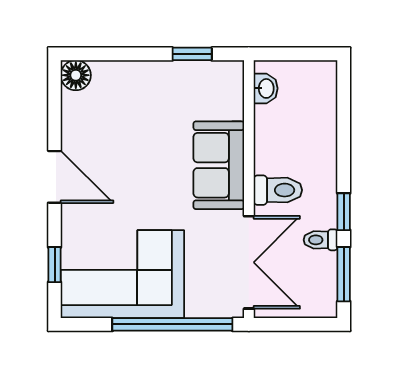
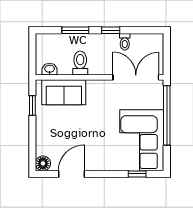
sofa: (219, 165) -> (64, 92), moved
door: (55, 177) -> (71, 174), moved
toilet: (278, 190) -> (80, 63), moved
window: (344, 274) -> (75, 30), moved

